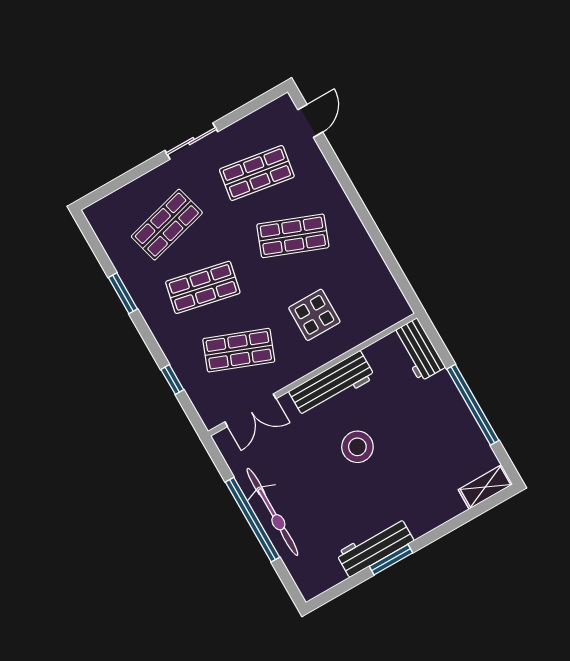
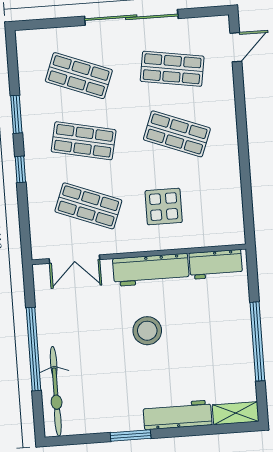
sliding door: (191, 141) -> (131, 17), width x1.86
shop shelf: (167, 225) -> (79, 76), turned 36
workbench: (419, 350) -> (216, 264), moved, turned -90
window: (172, 380) -> (20, 169), moved
bicycle: (272, 512) -> (56, 391), moved
workbench: (375, 547) -> (178, 415), moved

